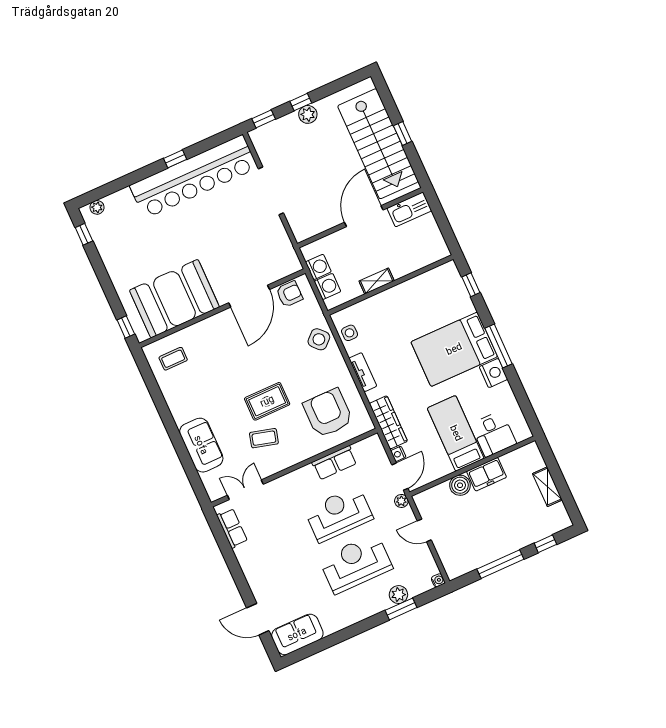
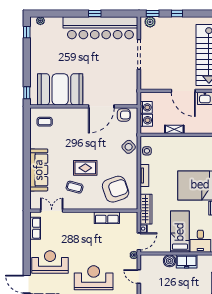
plant: (308, 114) -> (150, 22), moved
door: (364, 216) -> (183, 91), swing flipped
armchair: (328, 413) -> (116, 189), turned 71
sofa: (201, 445) -> (39, 170), width x1.36
reception desk: (339, 514) -> (50, 262), moved

